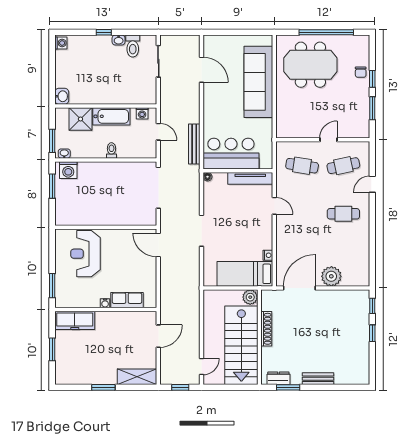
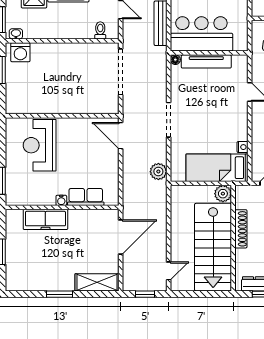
toilet: (111, 150) -> (100, 30), moved
tv unit: (250, 178) -> (206, 61), moved
plant: (192, 277) -> (158, 172), added
freezer: (75, 320) -> (45, 219), moved
door: (158, 336) -> (121, 237), width x1.36

